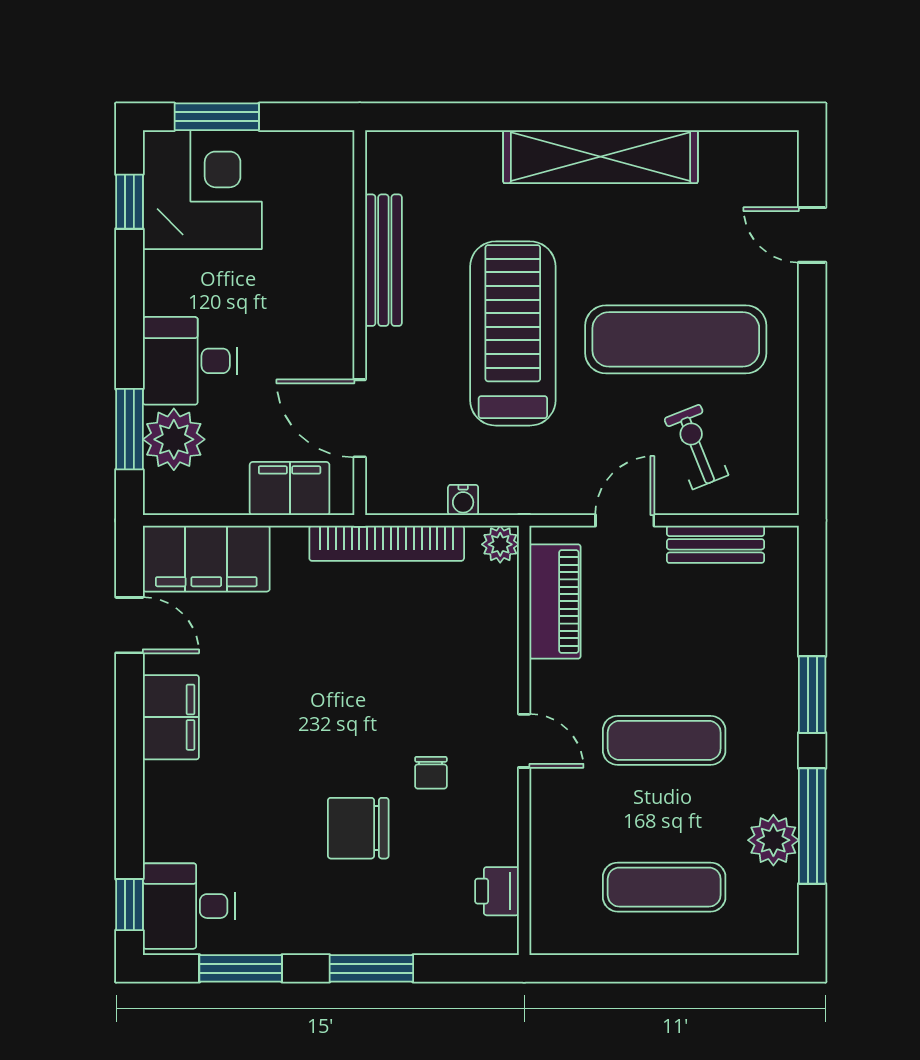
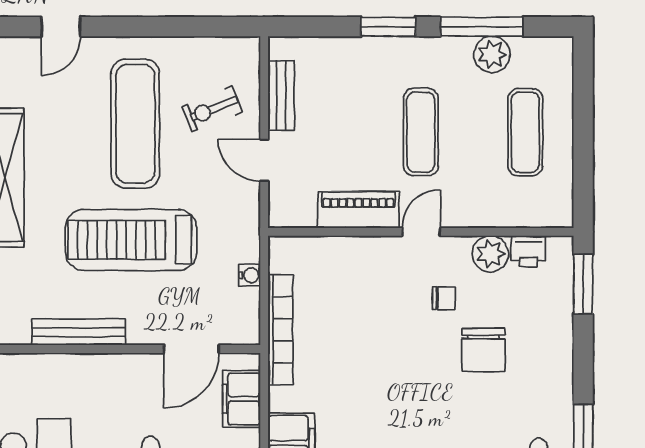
plant: (500, 544) -> (490, 254), moved, width x1.38, depth x1.38
piano: (555, 601) -> (358, 210), moved
window: (371, 968) -> (583, 284), moved

